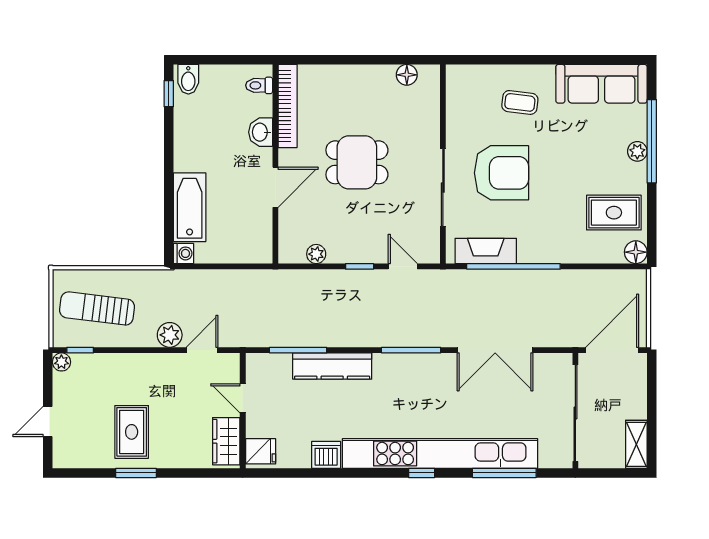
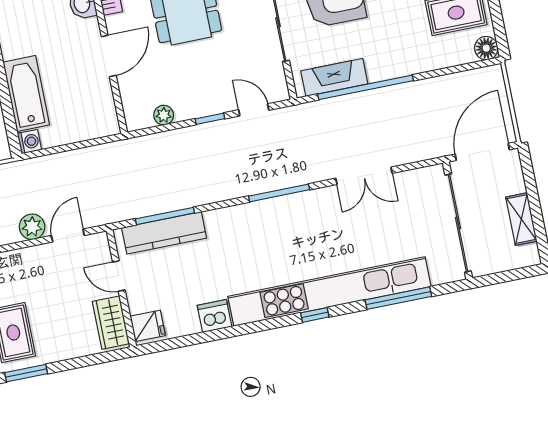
double door: (495, 350) -> (364, 176), width x0.73
kitchen counter: (332, 366) -> (164, 233), moved
shelving: (636, 444) -> (521, 219), moved

